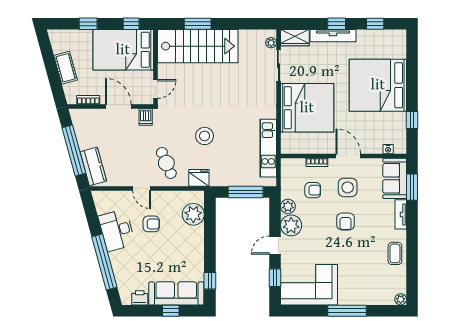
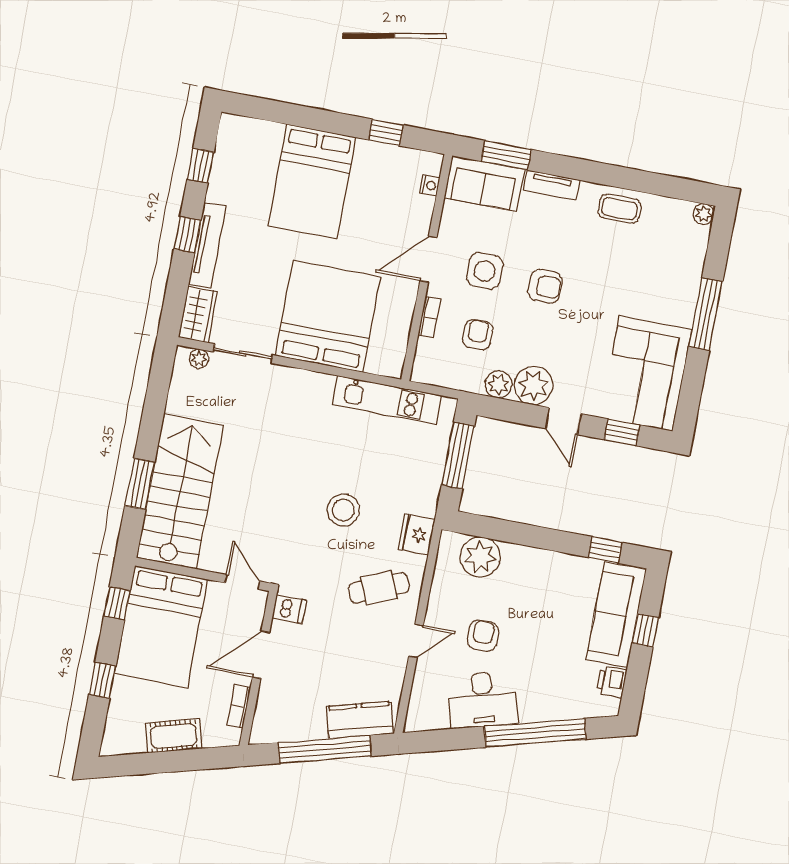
bed: (378, 85) -> (312, 182), width x0.73

